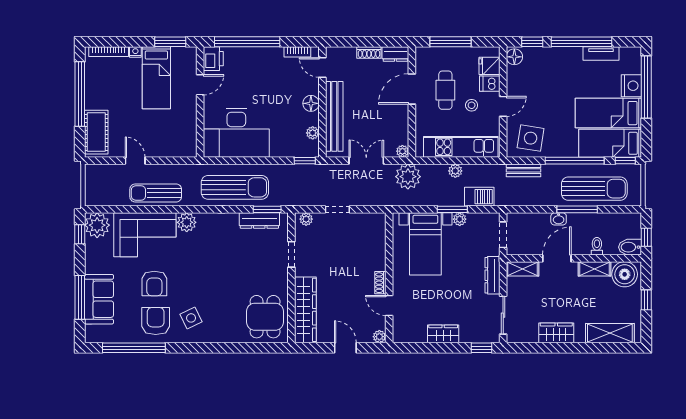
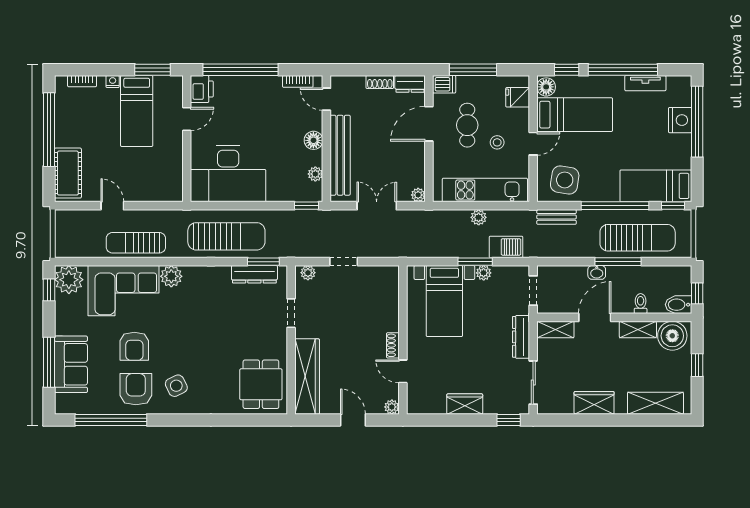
bookcase: (109, 52) -> (82, 81), width x0.64
dishwasher: (490, 84) -> (444, 84), moved, turned 180
bed: (608, 113) -> (575, 115), moved, turned 180
plant: (408, 177) -> (424, 224), removed

